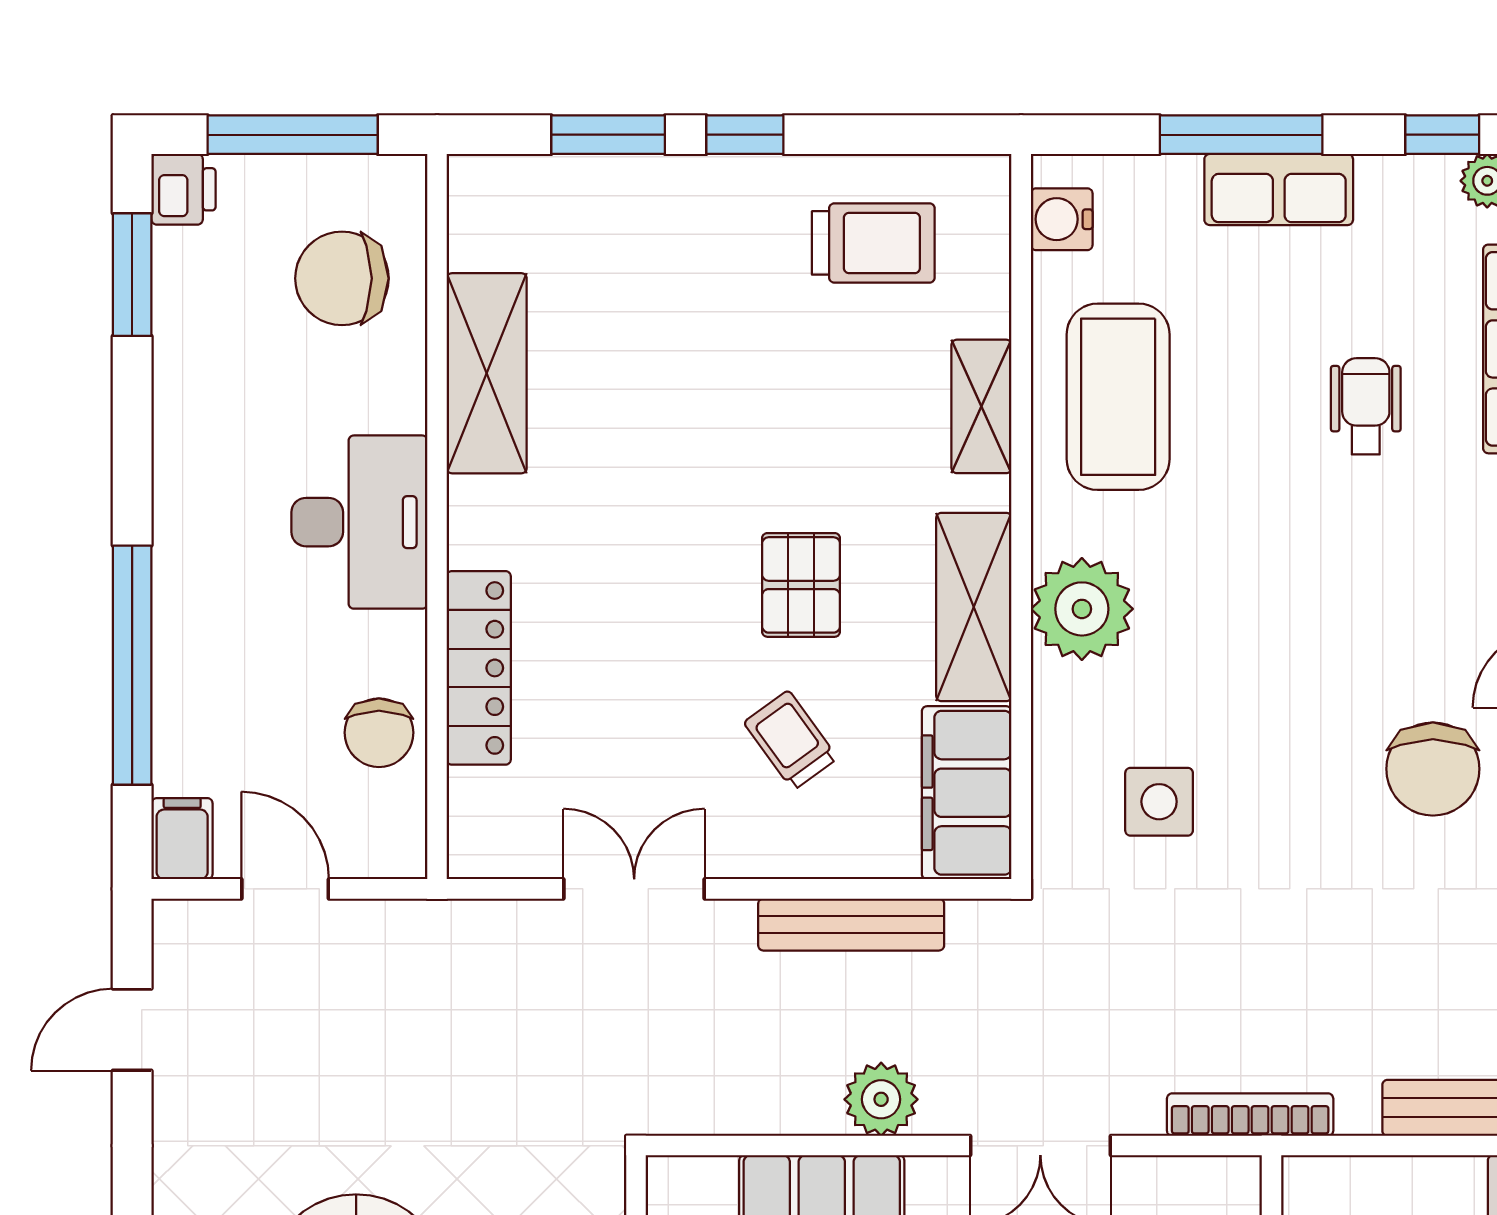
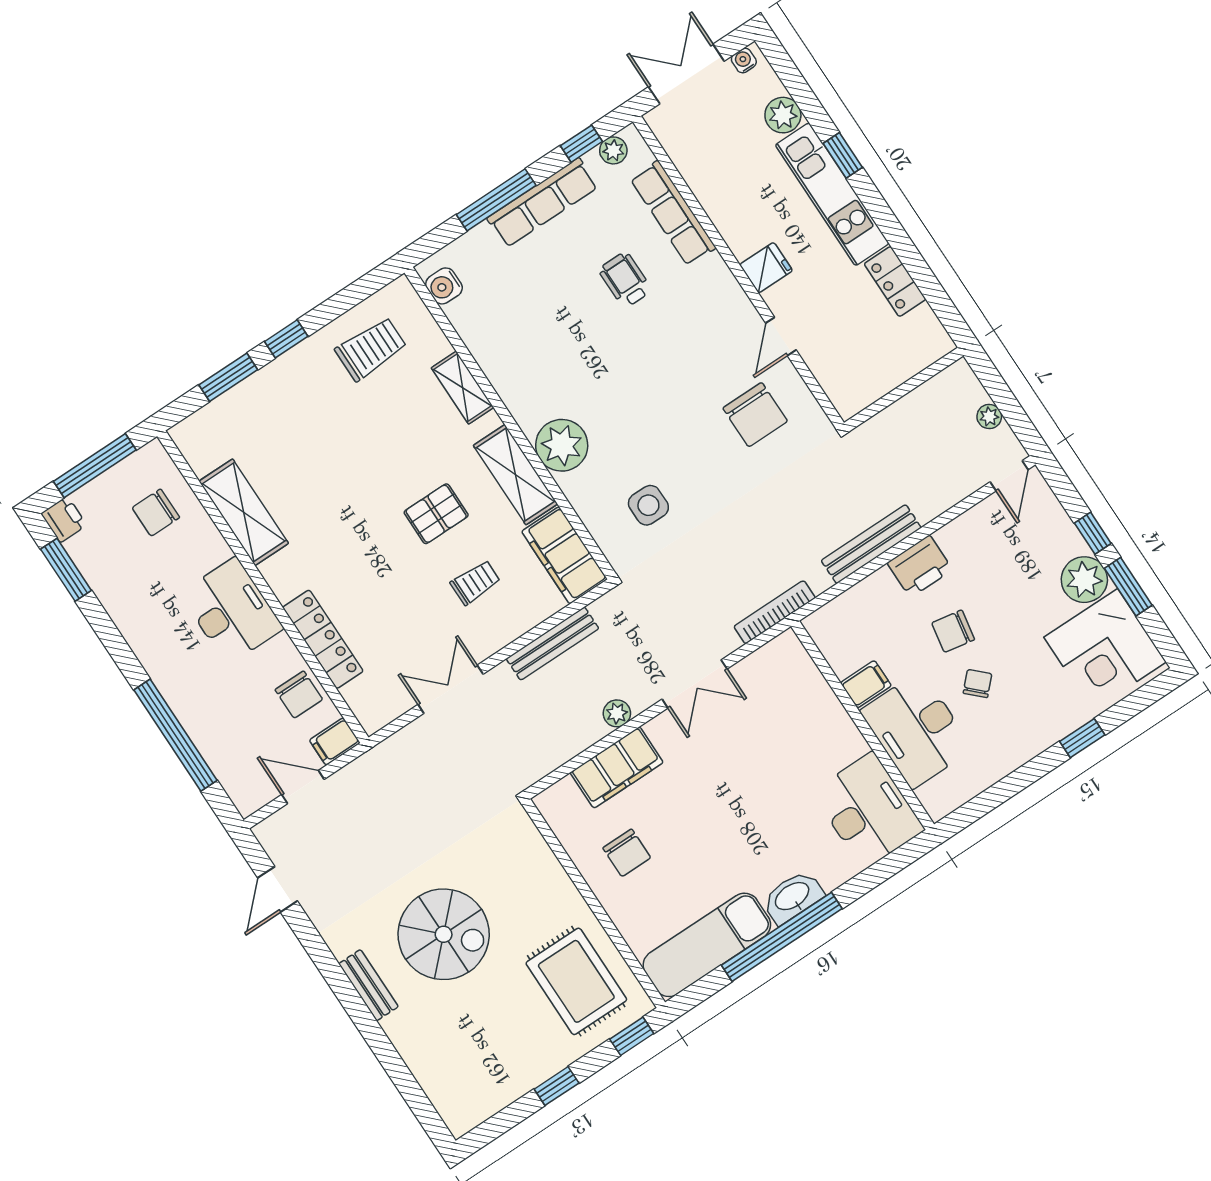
row of seats: (1279, 190) -> (543, 203), width x1.48
chair: (342, 278) -> (156, 513), width x0.73, depth x0.73
coffee table: (1118, 397) -> (518, 345), removed
pallet: (801, 585) -> (436, 514), turned 90
trolley: (791, 740) -> (475, 582), turned 126
filing cabinet: (182, 839) -> (335, 742), moved, turned -90
plant: (881, 1099) -> (617, 713), width x0.73, depth x0.73

